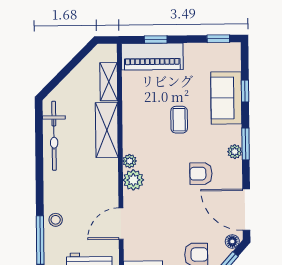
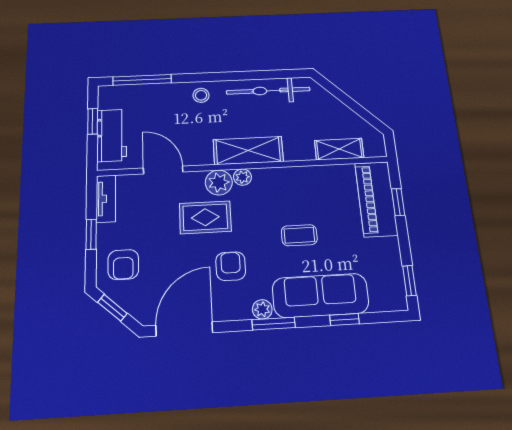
sofa: (226, 98) -> (320, 295), width x1.36
shelving: (107, 130) -> (248, 151), moved
rug: (162, 192) -> (205, 217), added
stool: (56, 220) -> (201, 95), moved
floor lamp: (232, 241) -> (141, 312), removed

